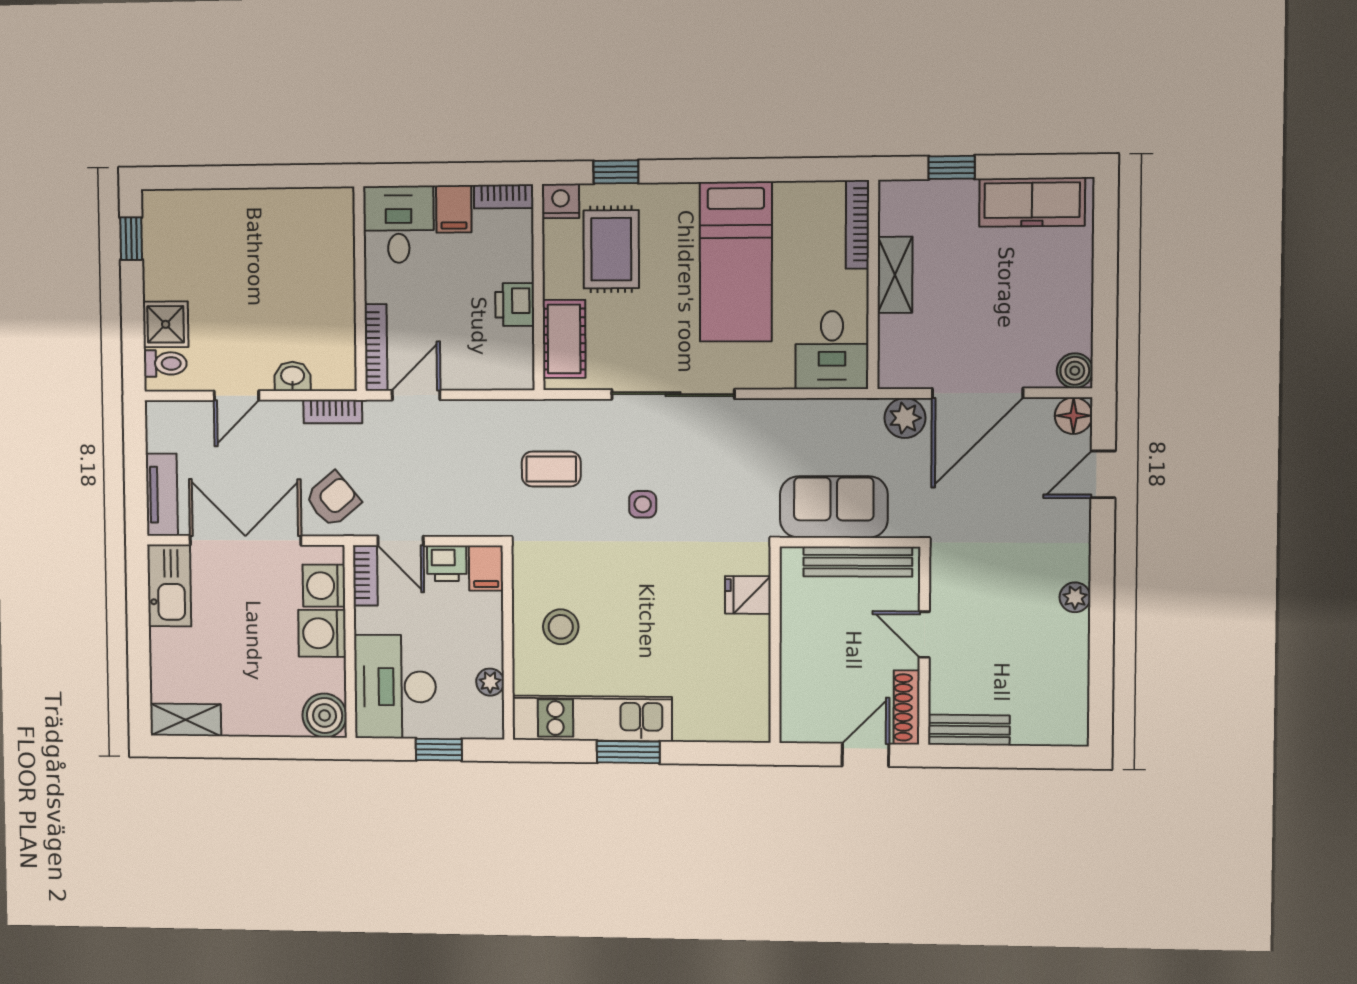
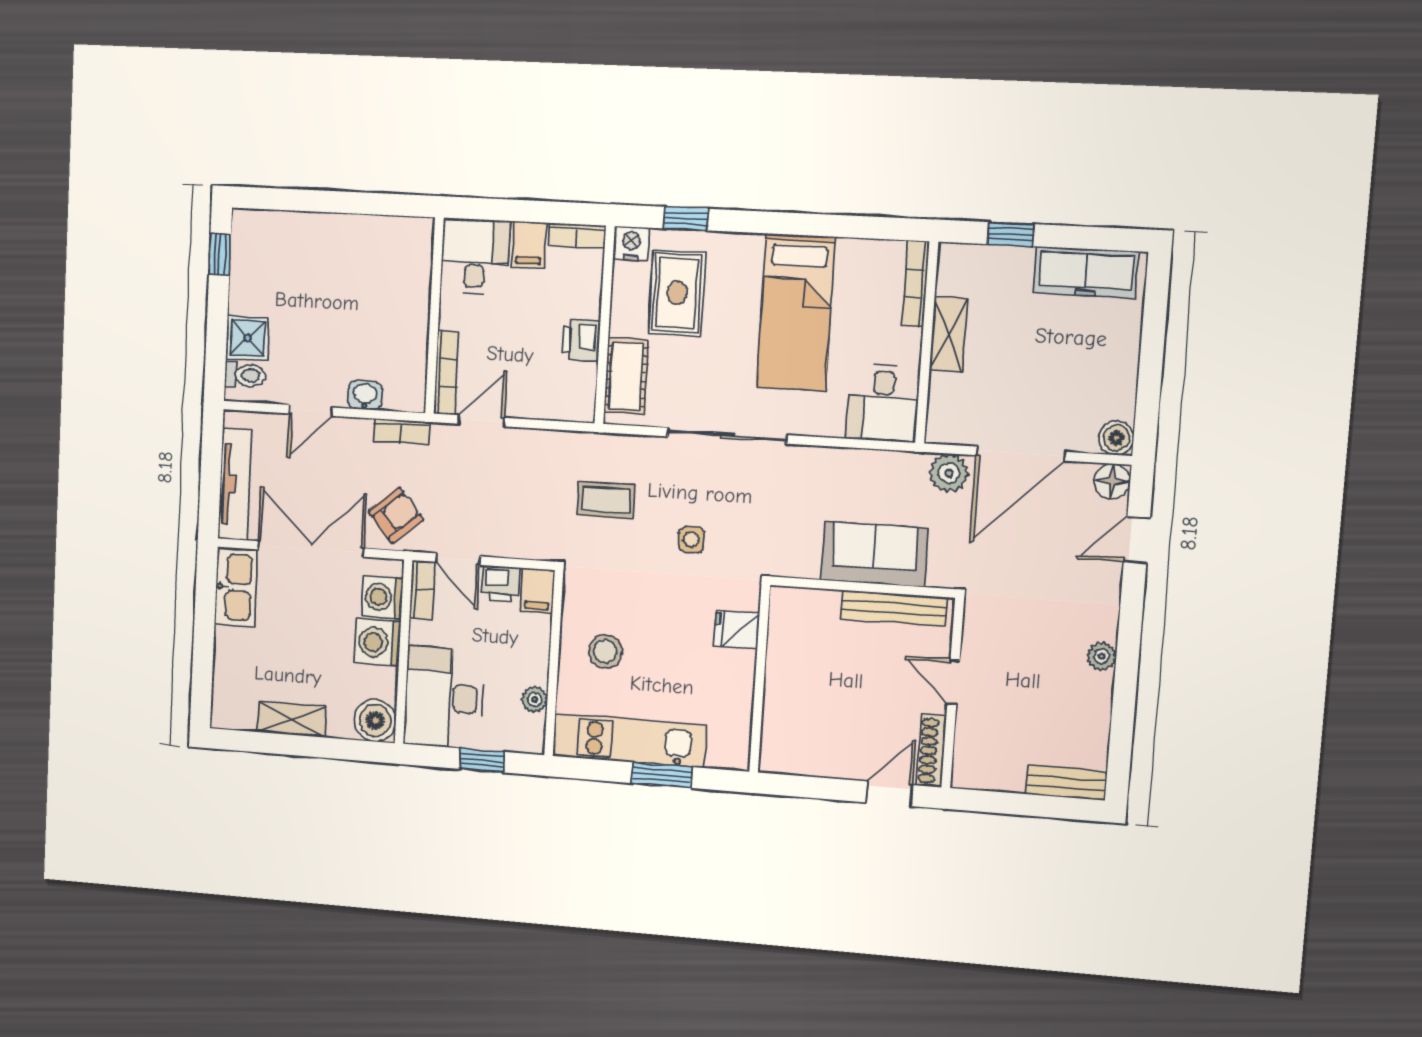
tv unit: (162, 495) -> (235, 484), width x1.41
fridge: (748, 595) -> (737, 629), moved
wall: (775, 645) -> (760, 679), moved
shelving: (186, 720) -> (292, 719), moved
bench: (969, 730) -> (1066, 783), moved

